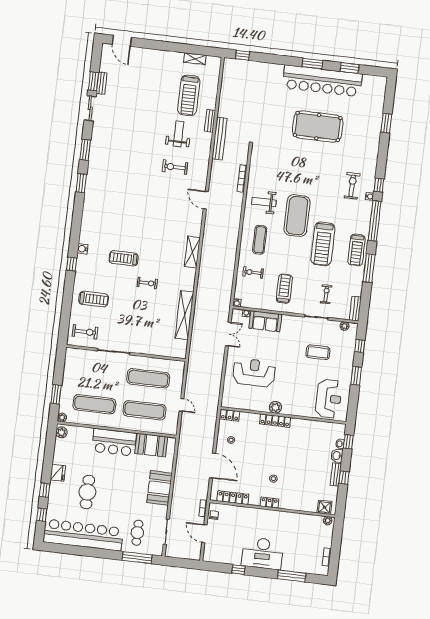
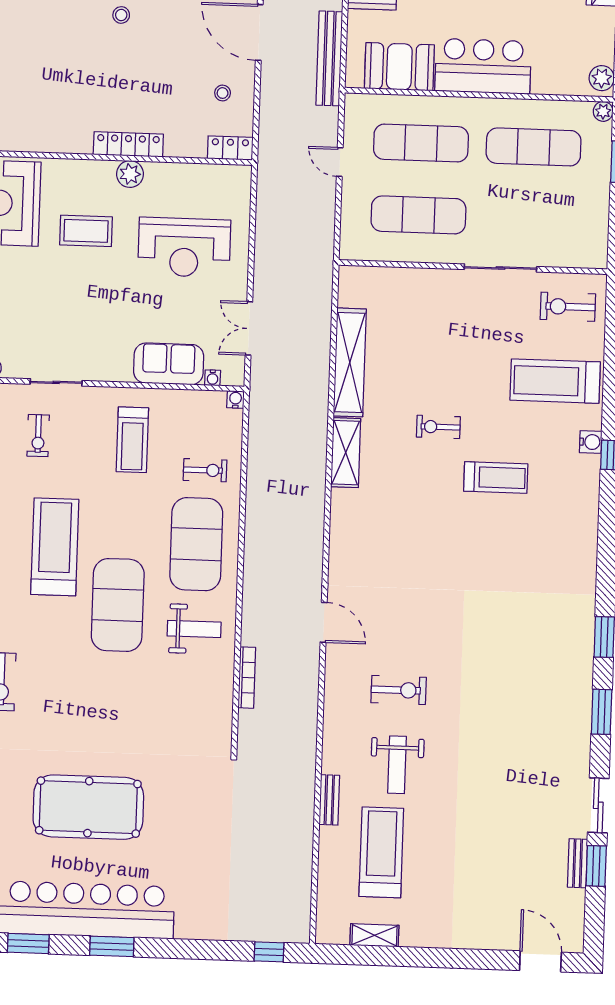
bench: (220, 139) -> (329, 58), moved
exercise mat: (260, 240) -> (196, 544), width x2.00, depth x1.45
water cooler: (83, 249) -> (591, 442), moved
shelving: (192, 252) -> (346, 453), moved
treadmill: (94, 299) -> (555, 381), width x1.37, depth x1.38
coffee table: (318, 352) -> (86, 231), moved

